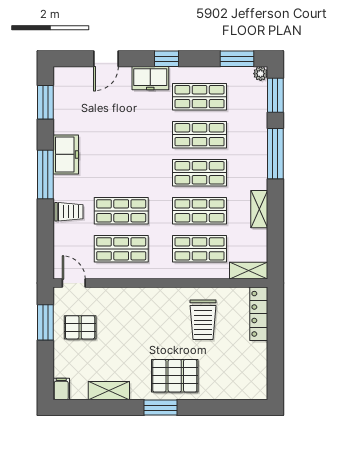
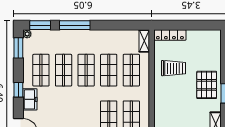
shelving: (259, 209) -> (108, 35), removed

